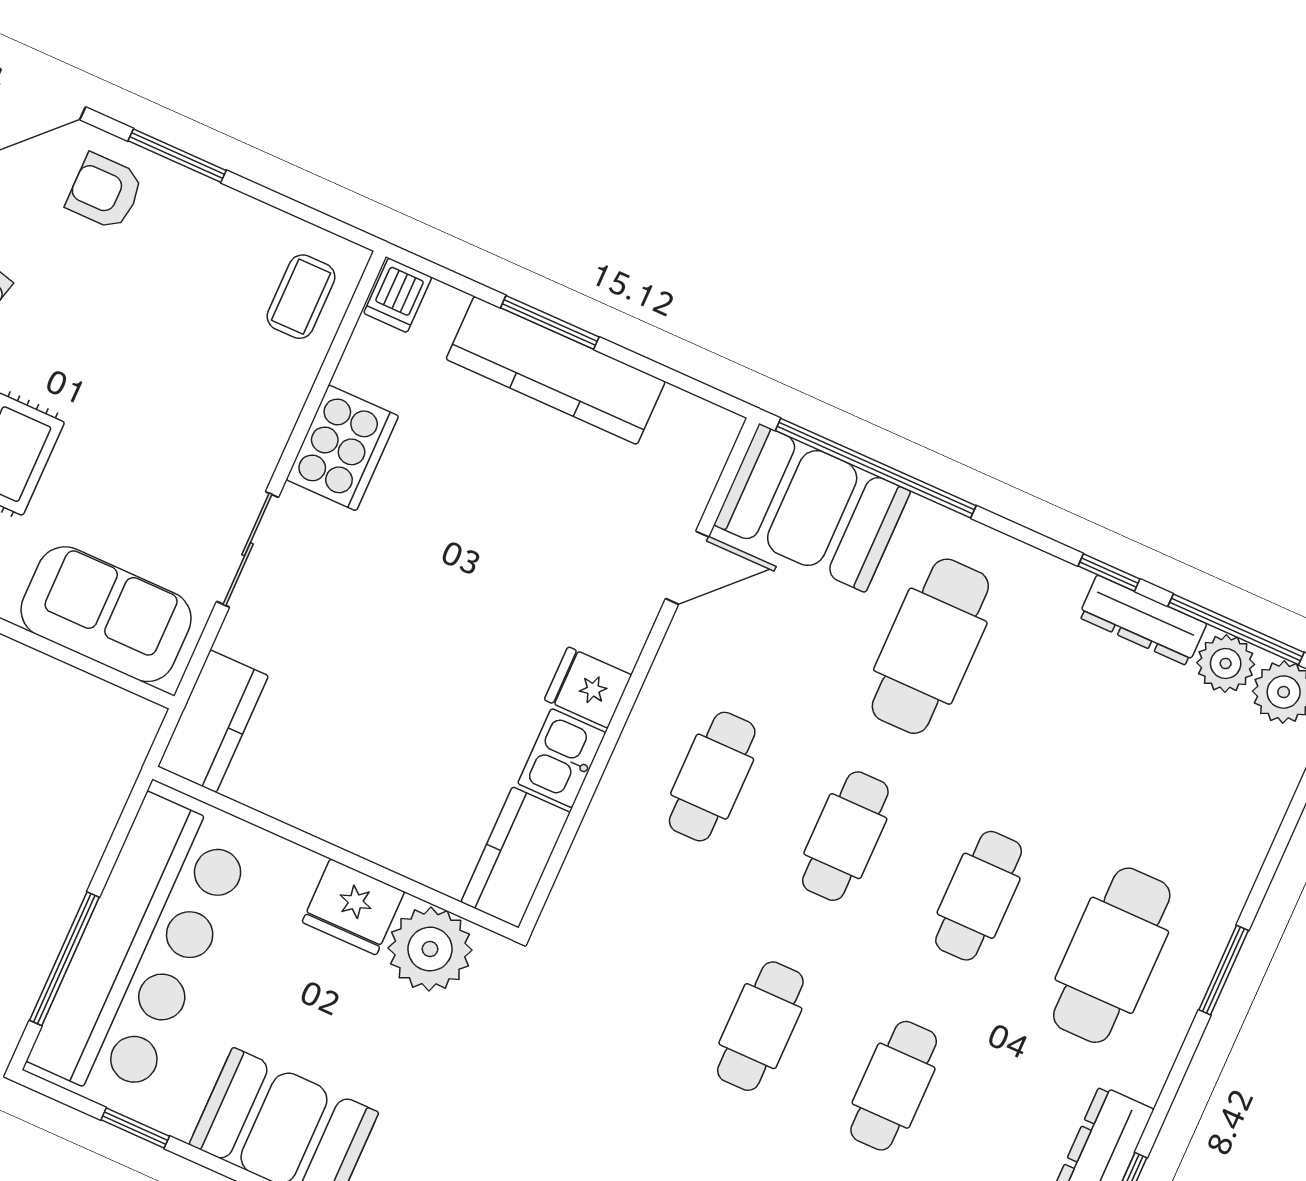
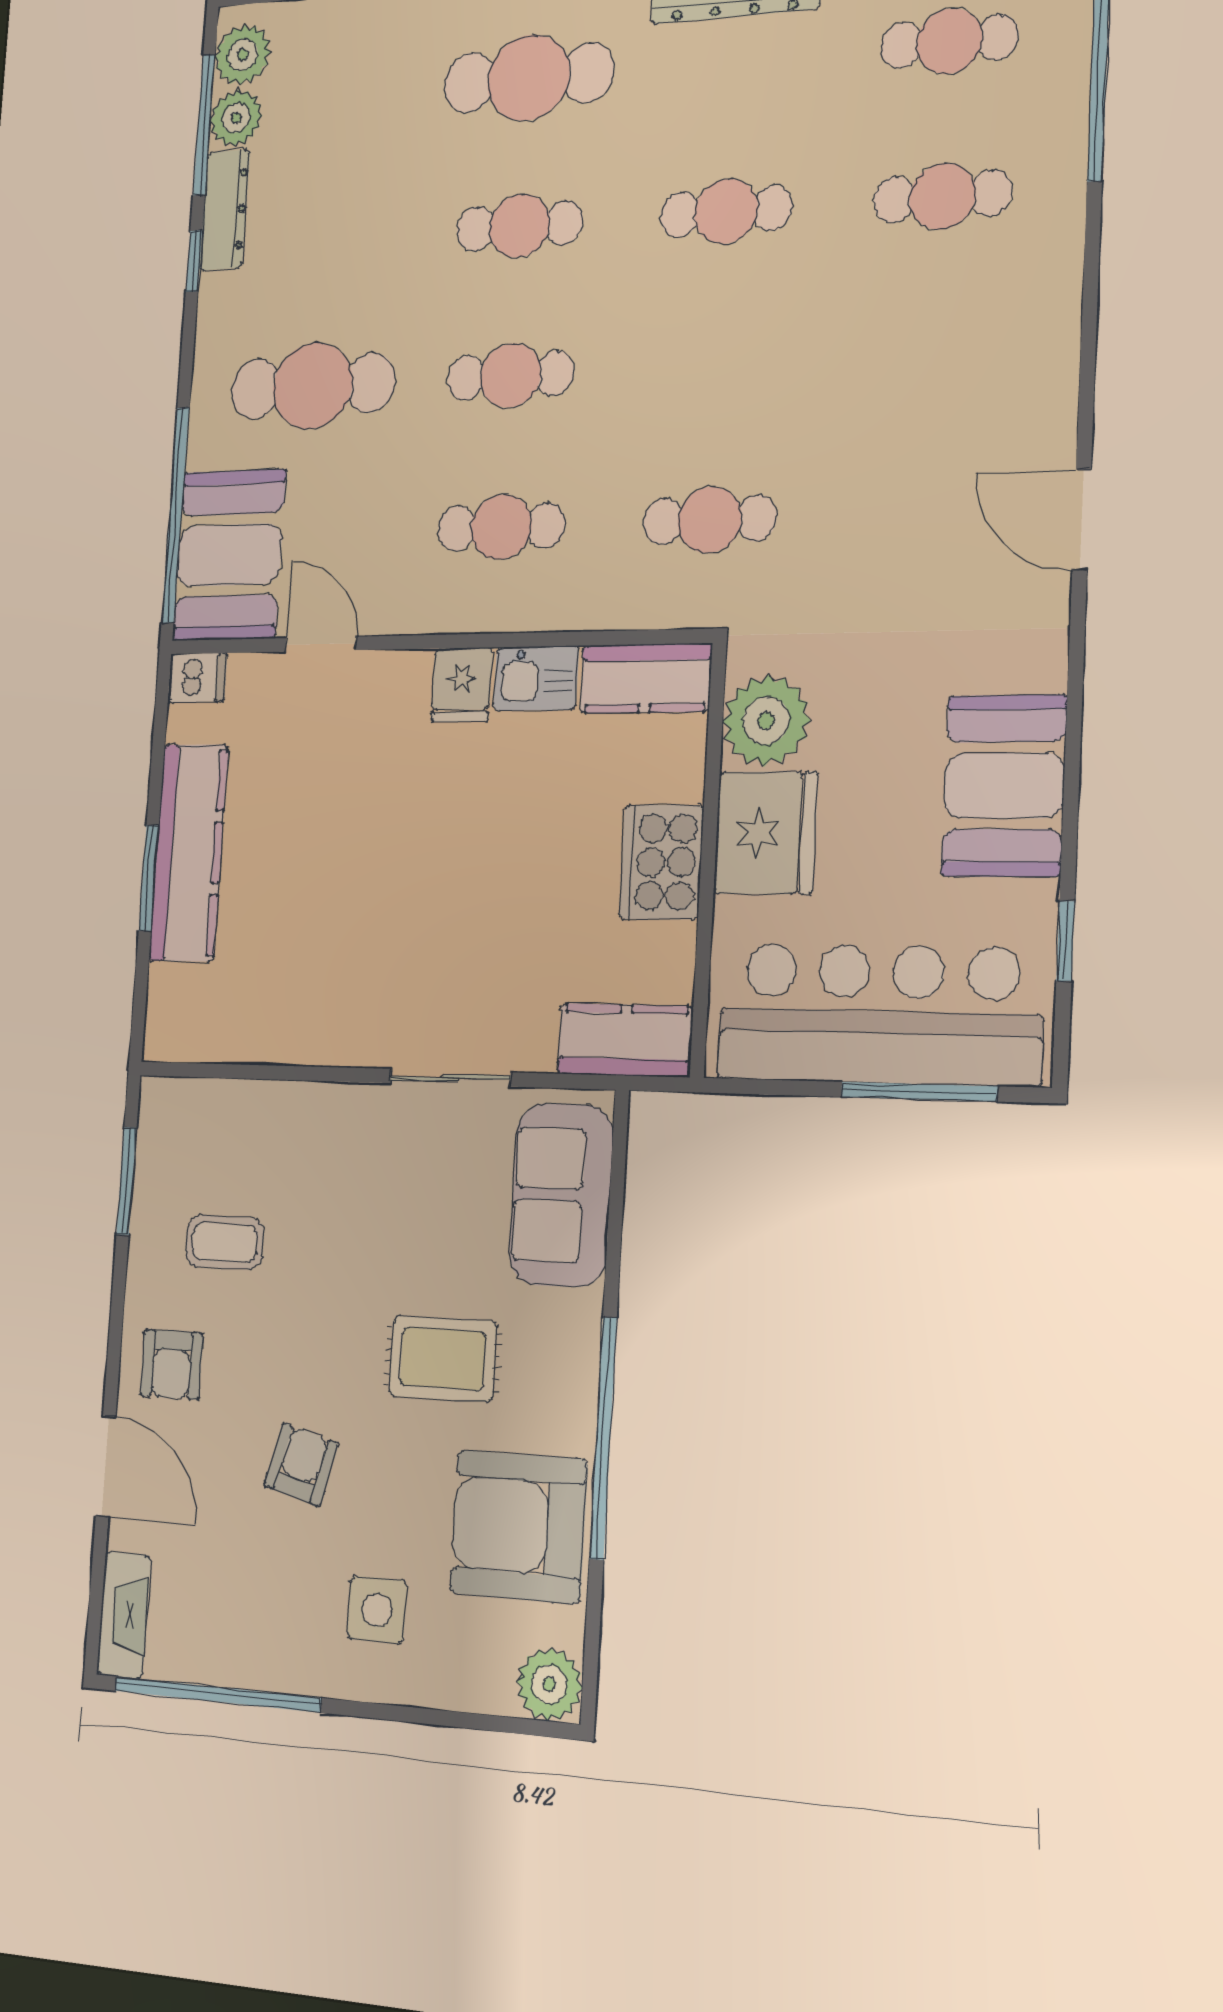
window: (177, 156) -> (127, 1181), moved
dishwasher: (398, 295) -> (197, 678), moved
coffee table: (301, 297) -> (225, 1242), moved
cooker: (342, 448) -> (661, 862), moved, turned -90
fridge: (353, 907) -> (766, 833), width x1.36, depth x1.34
cafe table: (760, 1026) -> (710, 520), moved

